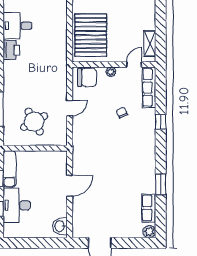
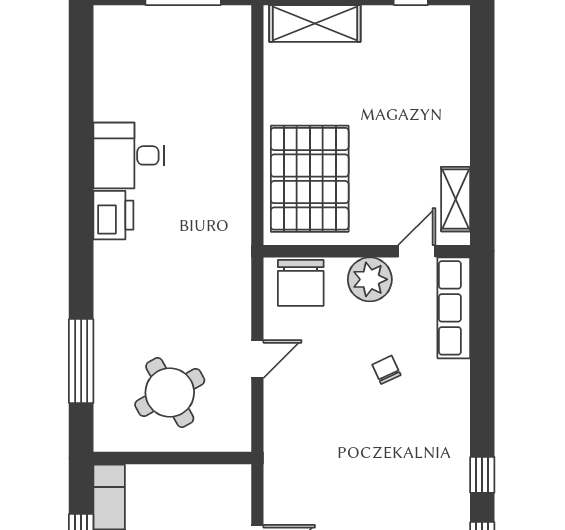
plant: (111, 72) -> (370, 279), width x1.87, depth x1.87
chair: (87, 77) -> (301, 283), turned 90
window: (161, 122) -> (482, 475), moved

